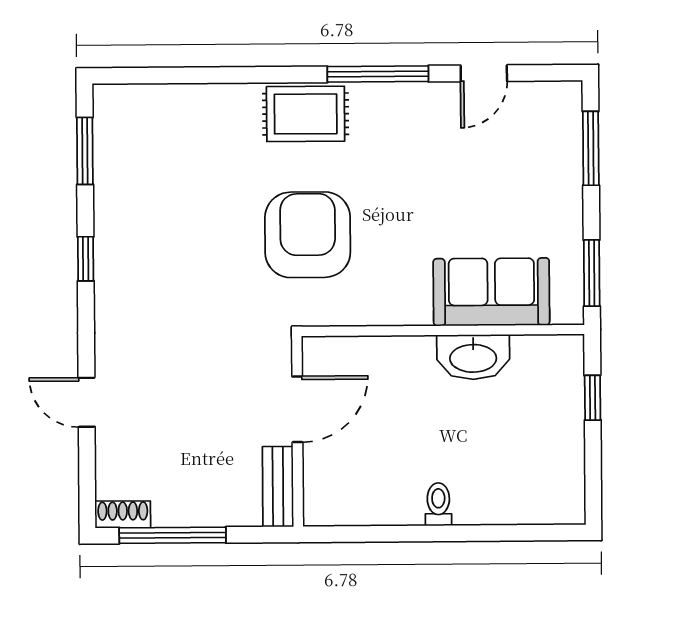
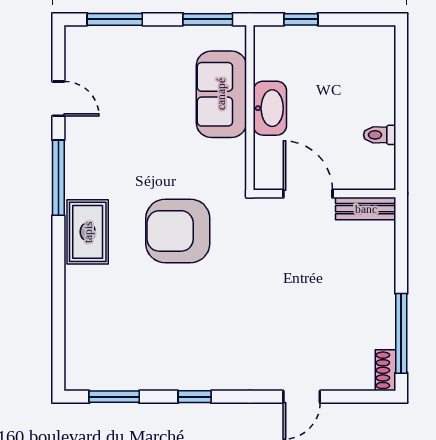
door: (297, 409) -> (308, 194), moved
wall: (298, 431) -> (324, 194), moved
bench: (278, 487) -> (366, 209), moved

